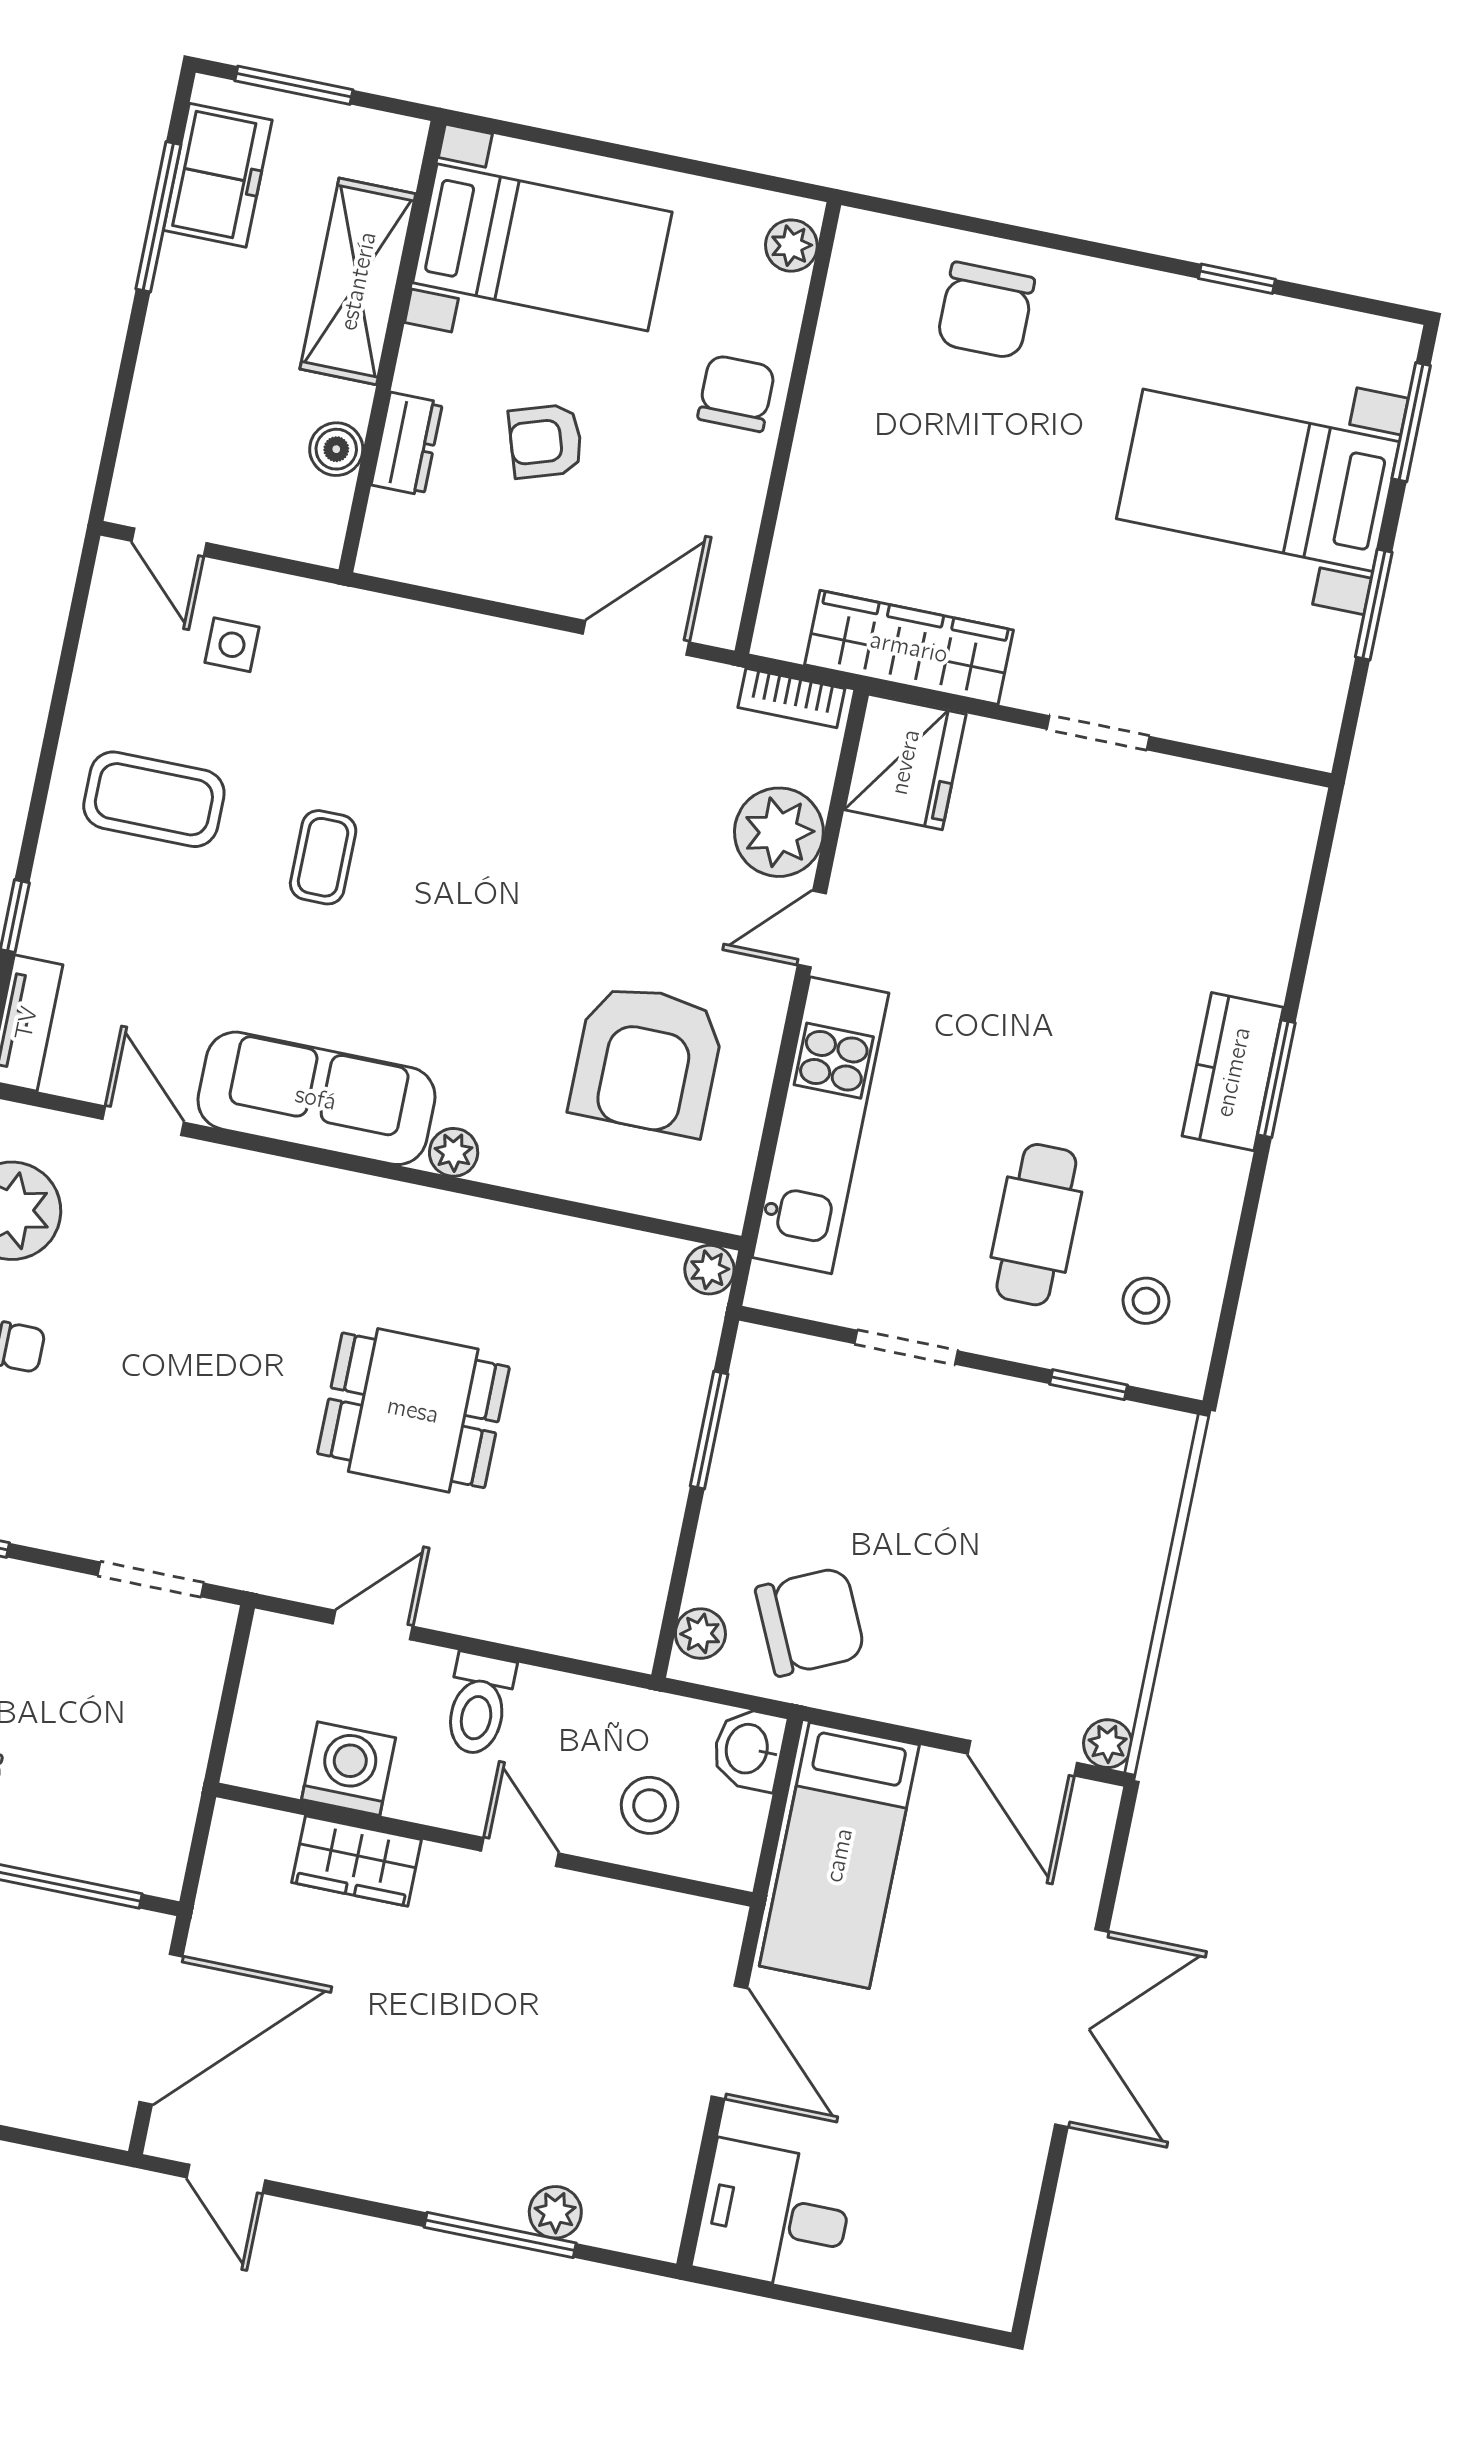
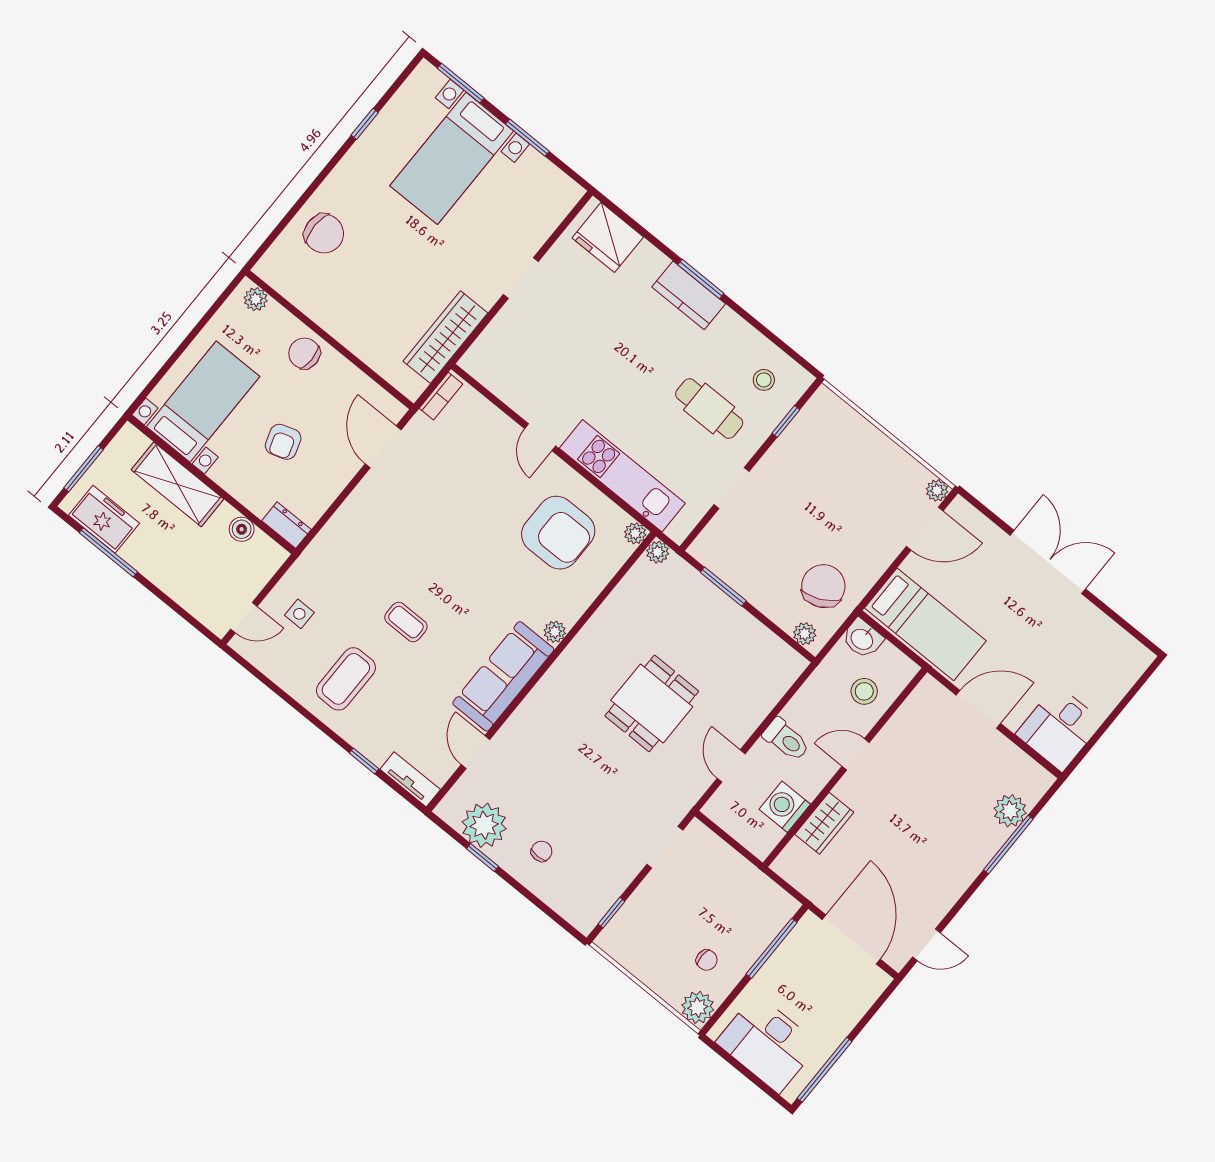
dresser: (407, 444) -> (286, 525), moved
fridge: (905, 762) -> (608, 237), moved, turned 180
plant: (779, 832) -> (635, 533), moved, width x0.53, depth x0.53
door: (143, 1121) -> (475, 752), hinge flipped
plant: (555, 2212) -> (1010, 811), width x1.38, depth x1.38

